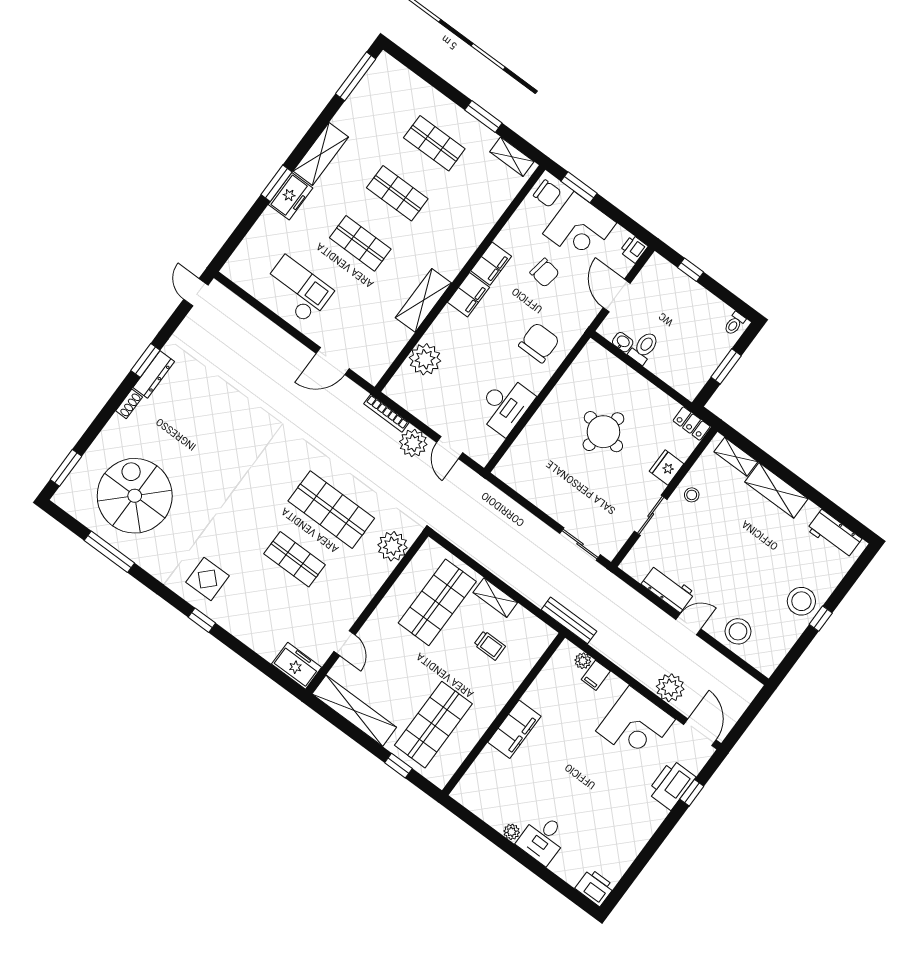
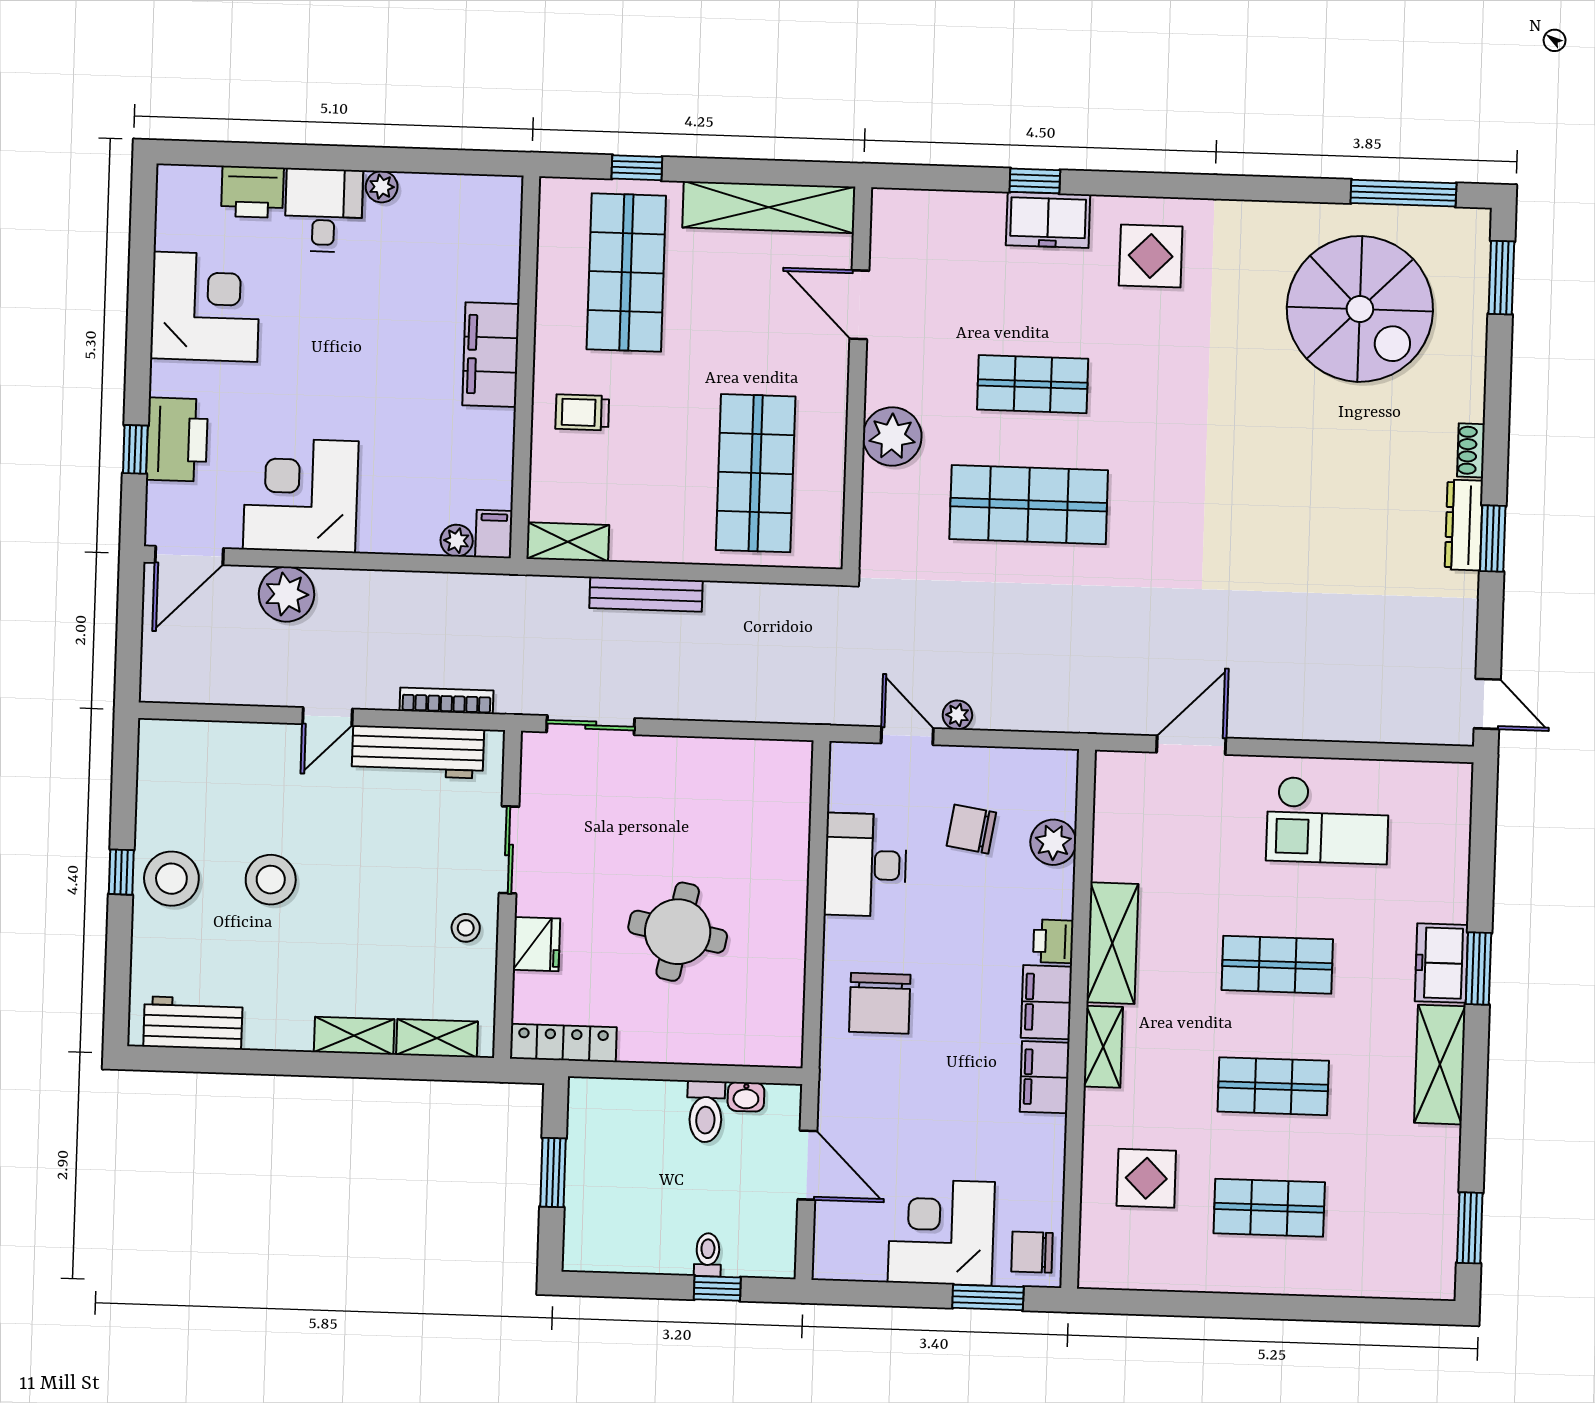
window: (356, 76) -> (1470, 1228), width x0.69
window: (483, 117) -> (1220, 1305), removed
shelving: (512, 157) -> (1103, 1047), moved, turned 90
display table: (478, 191) -> (1146, 1178), added
printer: (634, 249) -> (1053, 941), moved, turned 180
chair: (545, 273) -> (971, 829), moved
toilet: (735, 324) -> (708, 1255), moved
plant: (425, 359) -> (1053, 842), width x0.73, depth x0.73
bookcase: (386, 413) -> (446, 701), moved
locker: (692, 424) -> (563, 1043), width x1.53
plant: (413, 443) -> (957, 715), width x0.53, depth x0.53
shelving: (776, 490) -> (354, 1036), width x0.67, depth x0.75
plant: (393, 546) -> (892, 436), moved
window: (109, 552) -> (1403, 193), moved
workbench: (668, 588) -> (418, 752), width x1.38
shelving: (495, 598) -> (568, 542), moved
window: (202, 620) -> (1035, 181), moved
bench: (569, 620) -> (646, 594), moved
stool: (738, 631) -> (271, 880), moved
door: (345, 643) -> (859, 305), width x1.38
trolley: (490, 645) -> (582, 412), moved
freezer: (297, 666) -> (1048, 220), moved
filing cabinet: (596, 675) -> (494, 534), moved
door: (700, 732) -> (189, 556), hinge flipped
corner desk: (621, 832) -> (205, 307), added
printer: (595, 887) -> (252, 192), moved

